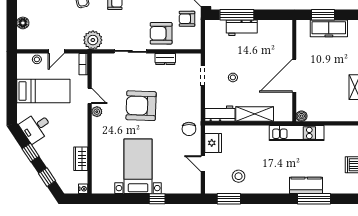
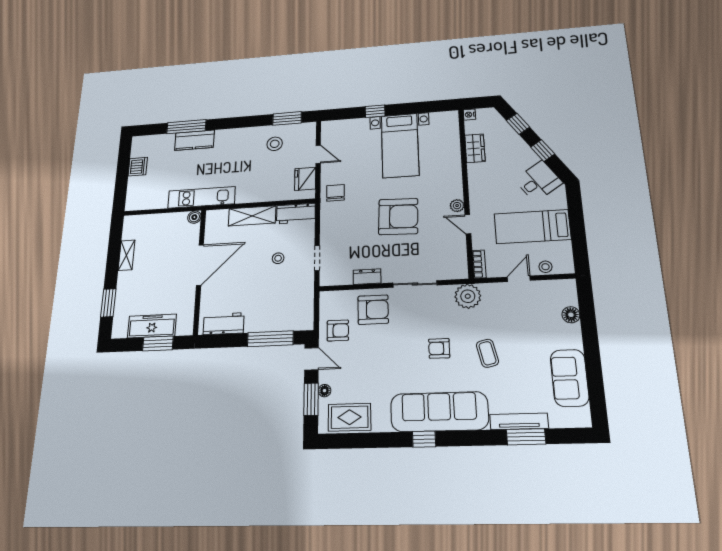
workbench: (242, 28) -> (224, 324), moved

